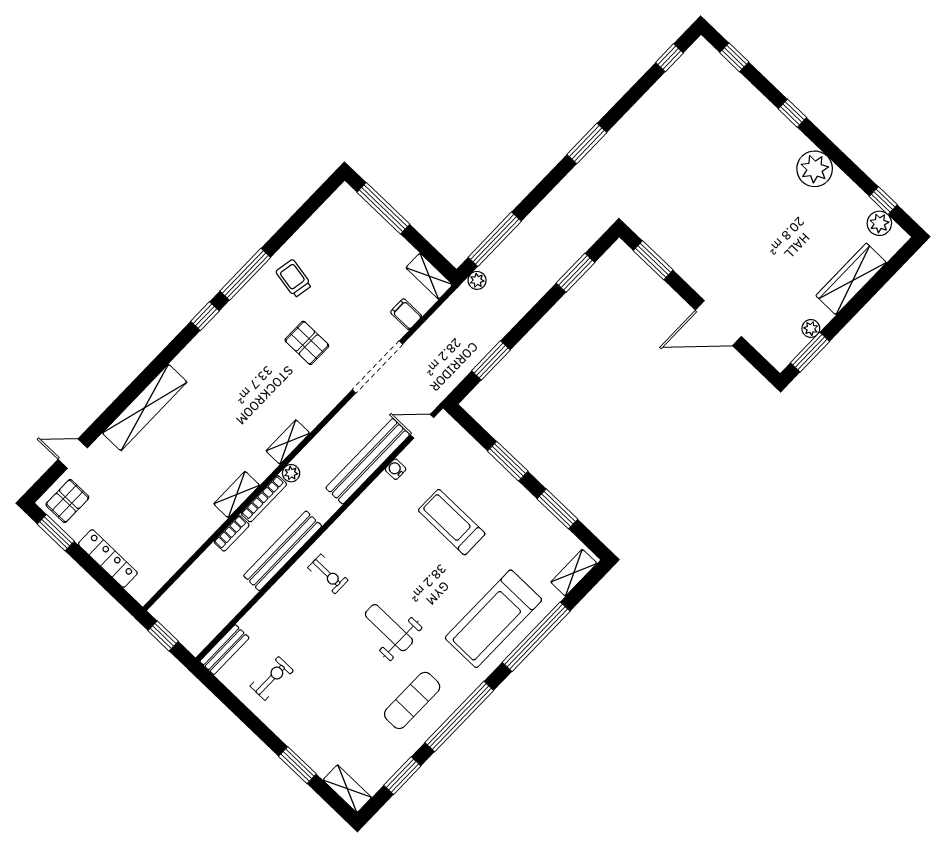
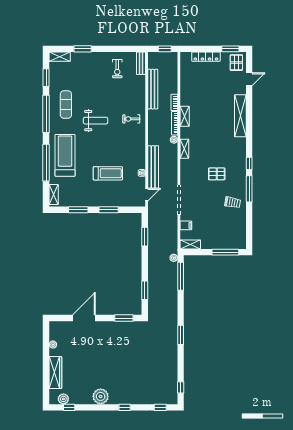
pallet: (307, 343) -> (217, 174), moved
window: (810, 352) -> (46, 337), removed
bench: (283, 551) -> (153, 89), moved

